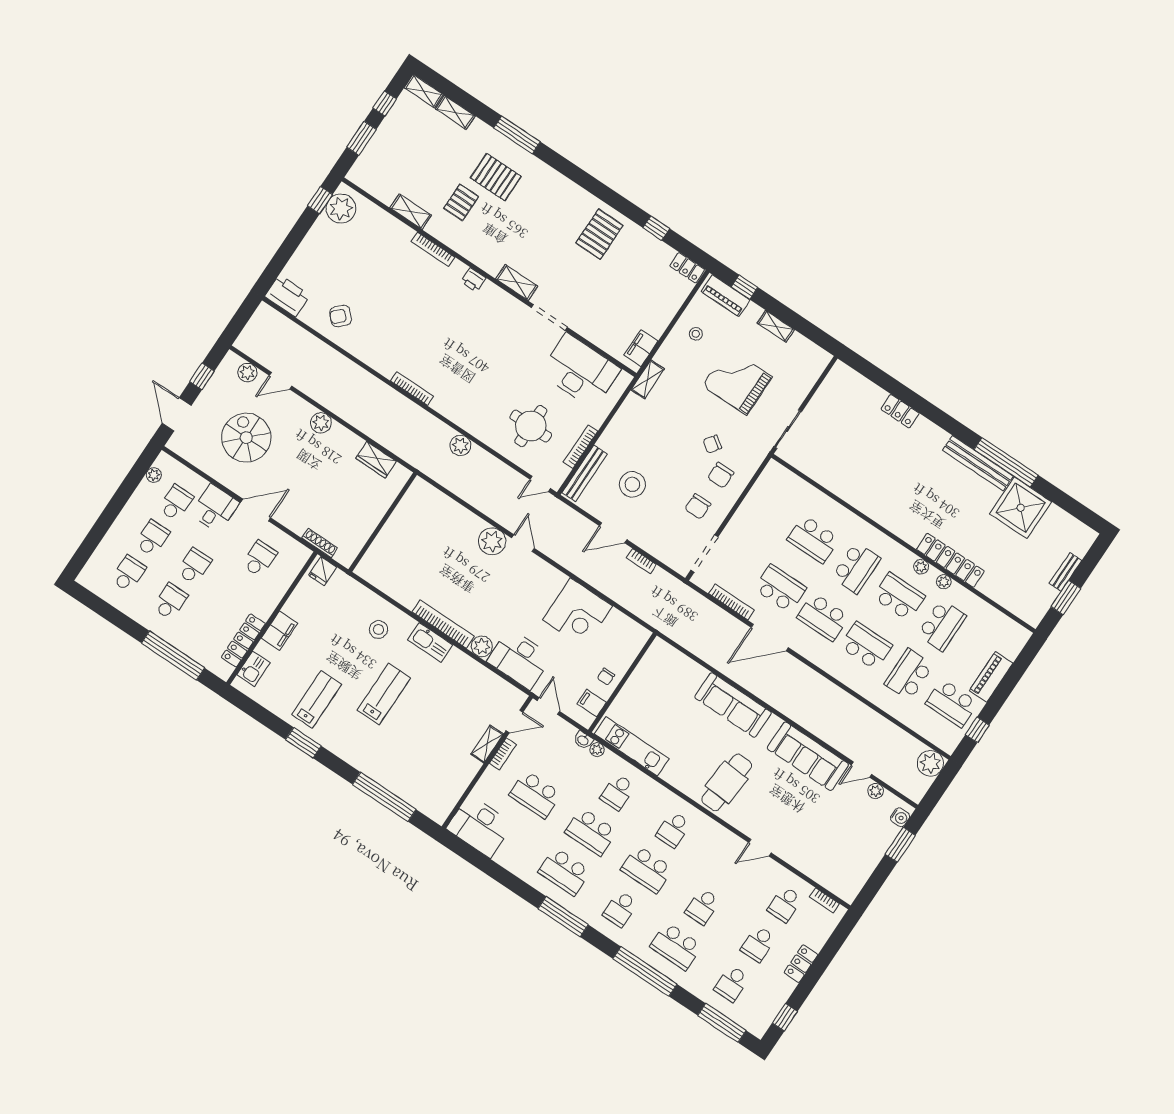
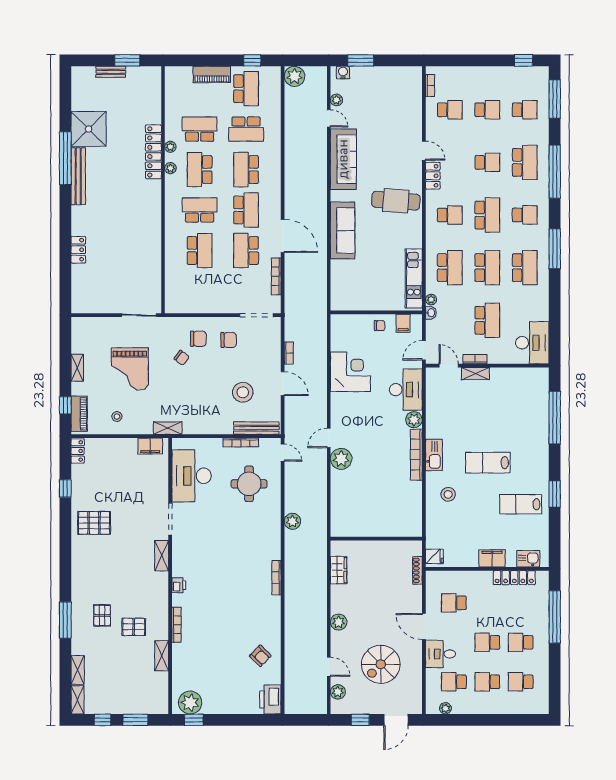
pallet: (496, 177) -> (102, 615), width x0.67, depth x0.71
school desk: (618, 792) -> (450, 268), width x1.85
locker: (801, 964) -> (433, 176), moved, turned -90

